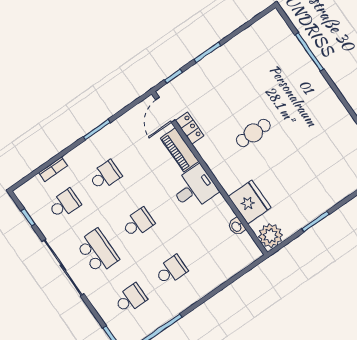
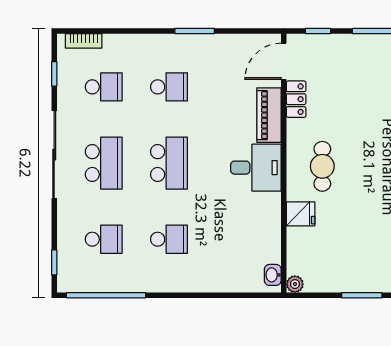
cafe table: (253, 133) -> (322, 166), moved, turned 90
bookcase: (53, 169) -> (84, 41), moved
fridge: (250, 202) -> (301, 214), width x0.53, depth x0.75
school desk: (138, 223) -> (169, 163), width x1.85
washbasin: (237, 227) -> (273, 275), moved
plant: (270, 236) -> (295, 284), width x0.53, depth x0.53

